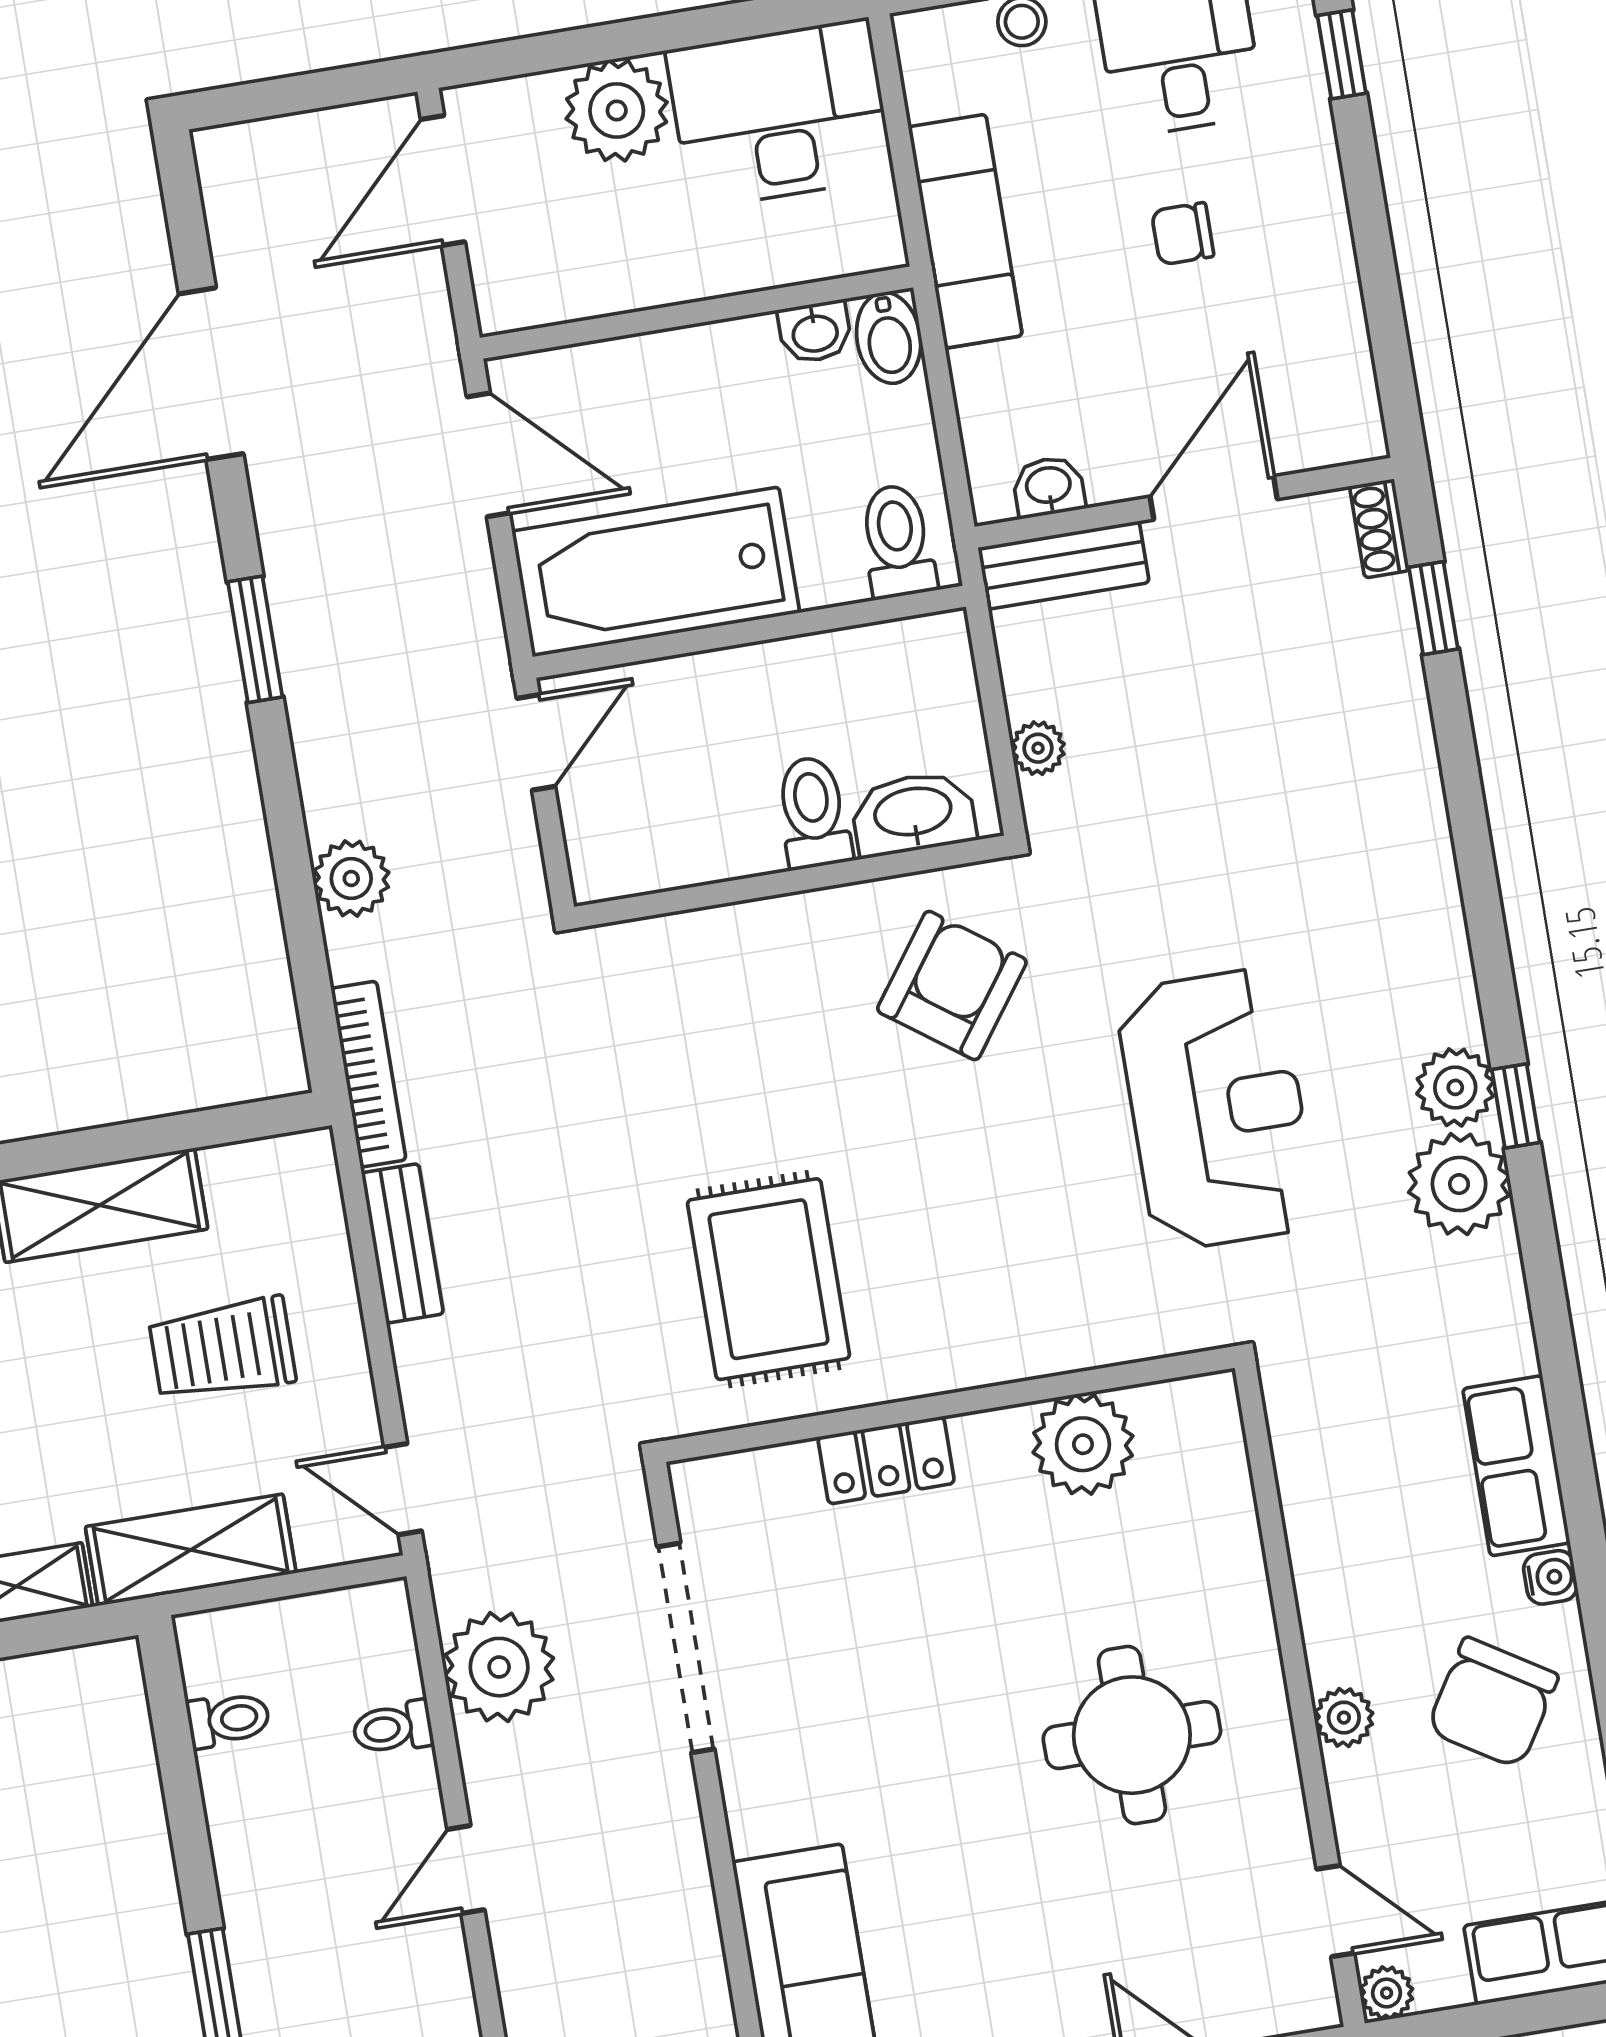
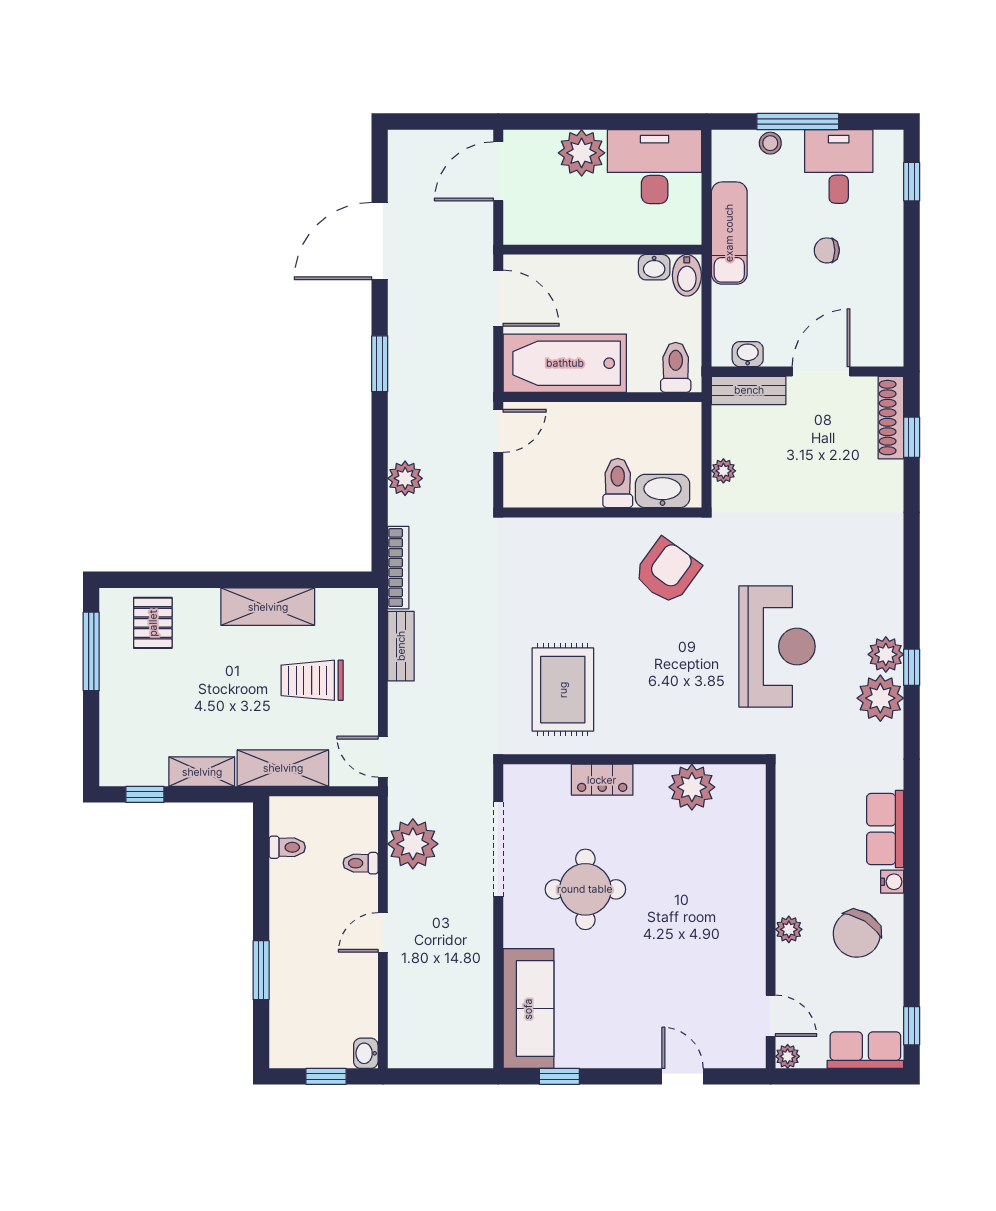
shoe rack: (1379, 528) -> (891, 418), width x1.94, depth x1.24
round table: (1132, 1735) -> (585, 889), moved

